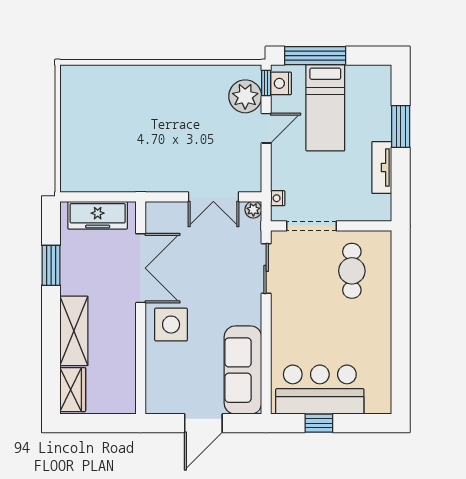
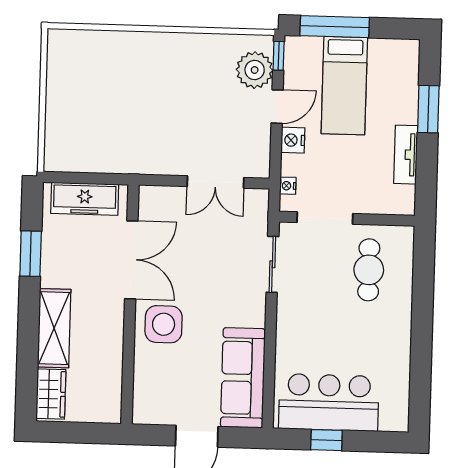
nightstand: (281, 83) -> (293, 140), moved
plant: (253, 210) -> (260, 198), removed

